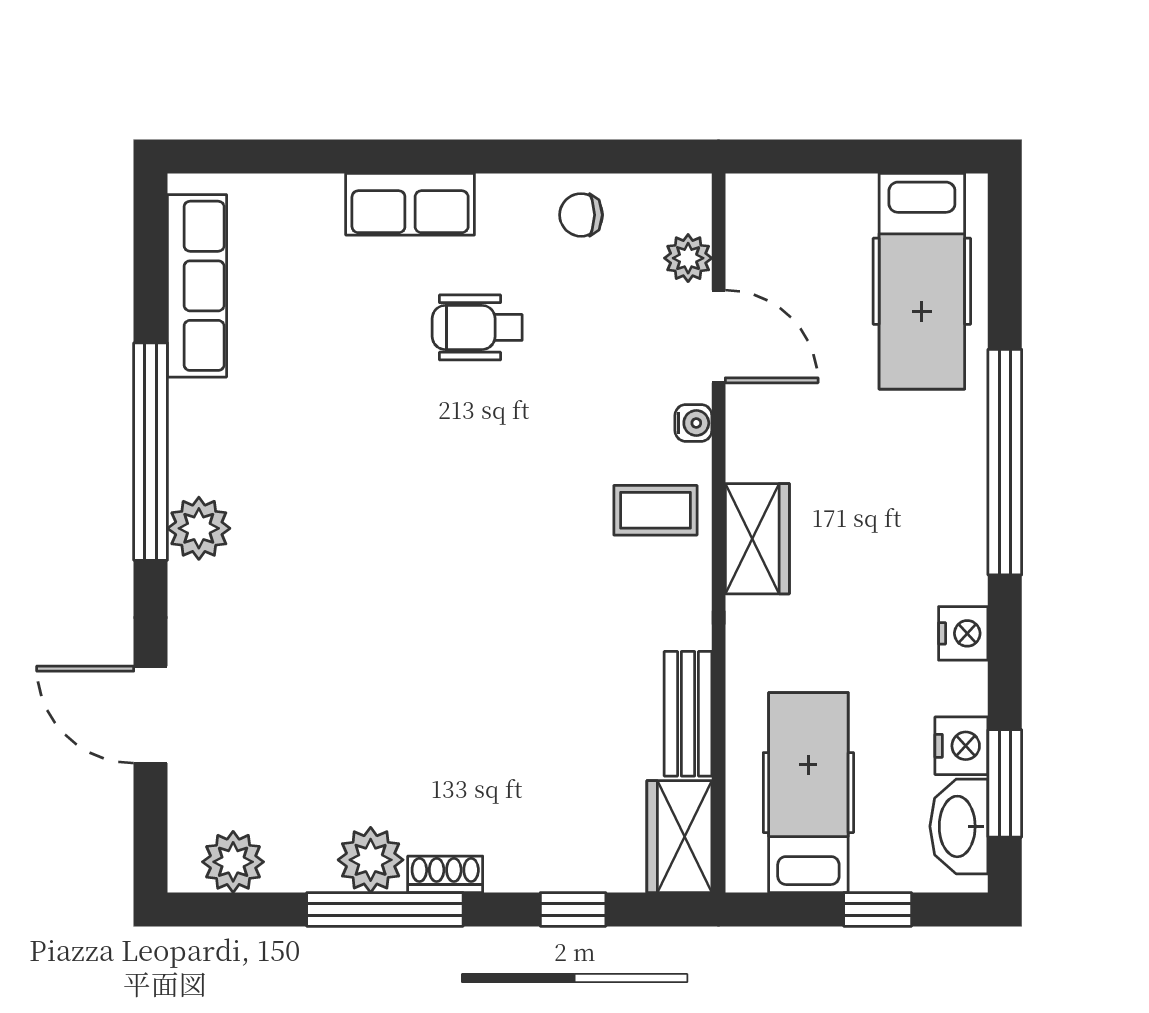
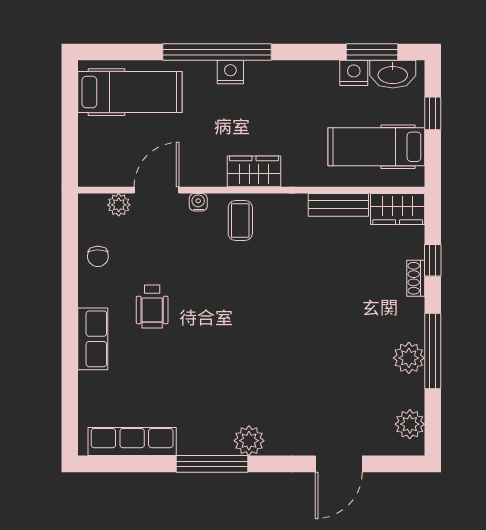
window: (151, 452) -> (212, 464), width x0.68
nightstand: (963, 633) -> (230, 72), moved
shoe rack: (445, 874) -> (416, 278), moved

